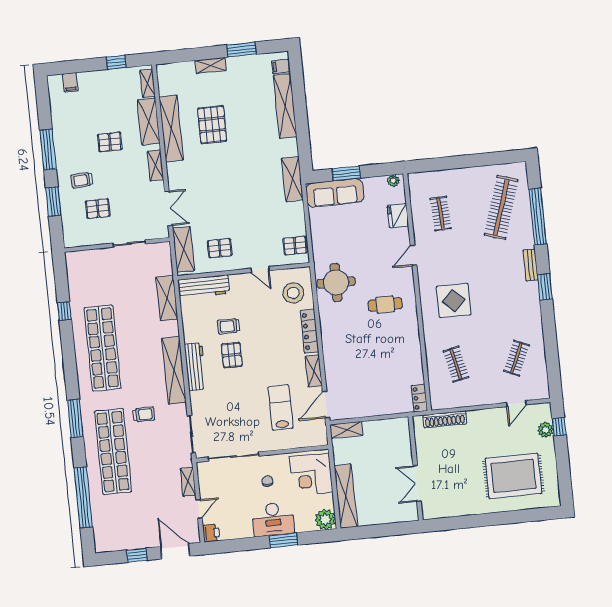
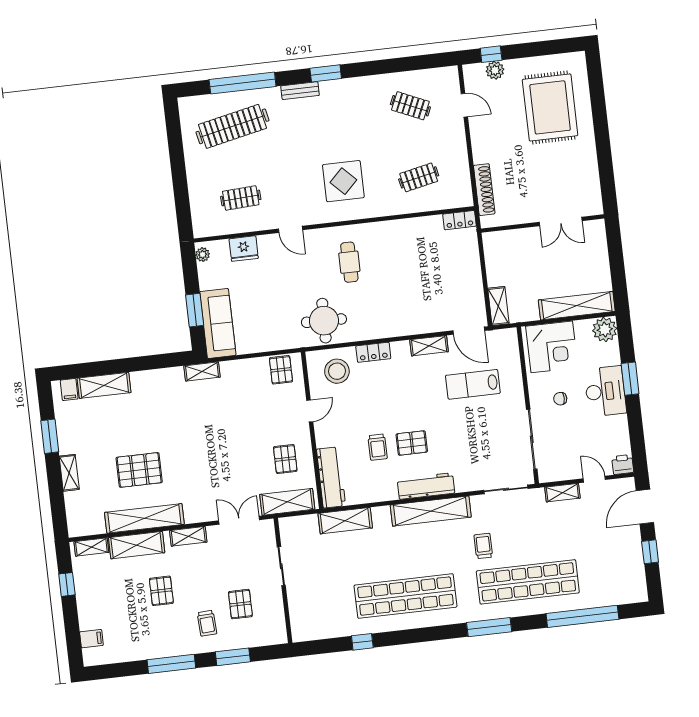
shelving: (285, 106) -> (104, 385), width x0.68
shelving: (292, 179) -> (202, 371), width x0.67, depth x0.75
clothes rail: (501, 207) -> (232, 126), turned -30
locker: (309, 331) -> (373, 352), width x0.66

